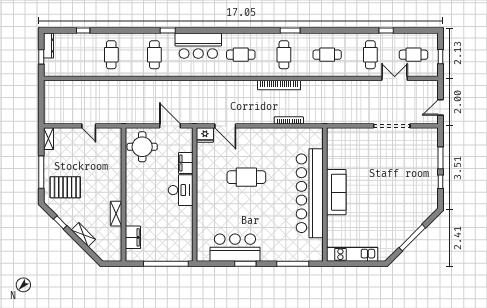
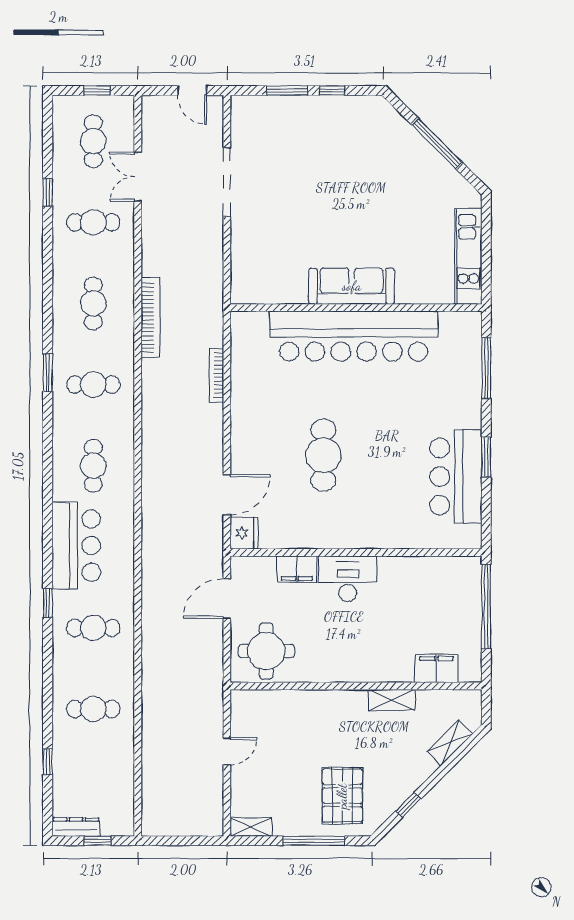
bookcase: (279, 85) -> (150, 318), moved
shelving: (83, 235) -> (450, 743), moved

